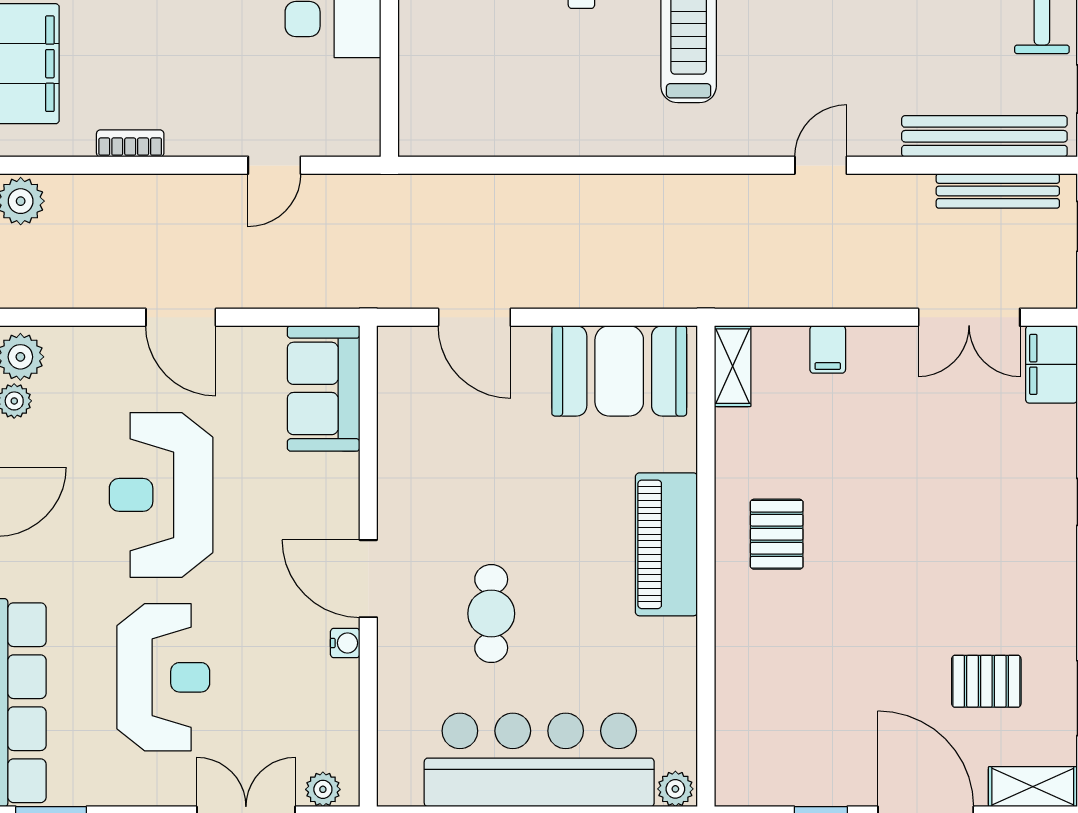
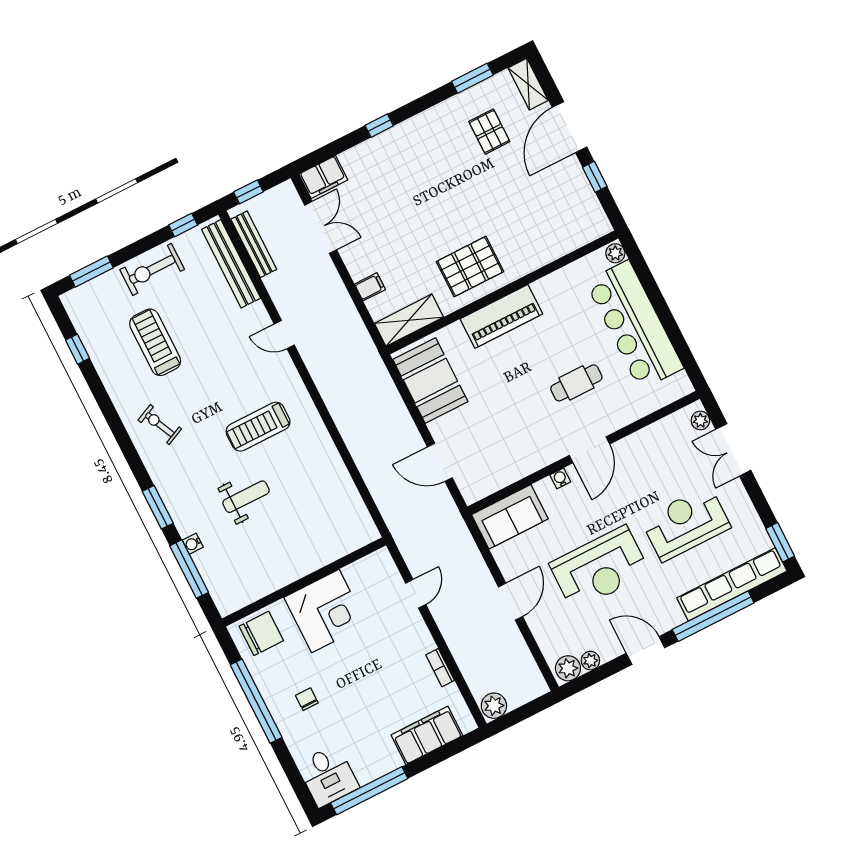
door: (274, 165) -> (416, 594), hinge flipped
door: (474, 317) -> (440, 462), swing flipped
shelving: (733, 366) -> (409, 320), width x1.50, depth x1.33
pallet: (777, 534) -> (470, 267), width x1.50, depth x1.42
water cooler: (345, 643) -> (560, 478), moved

